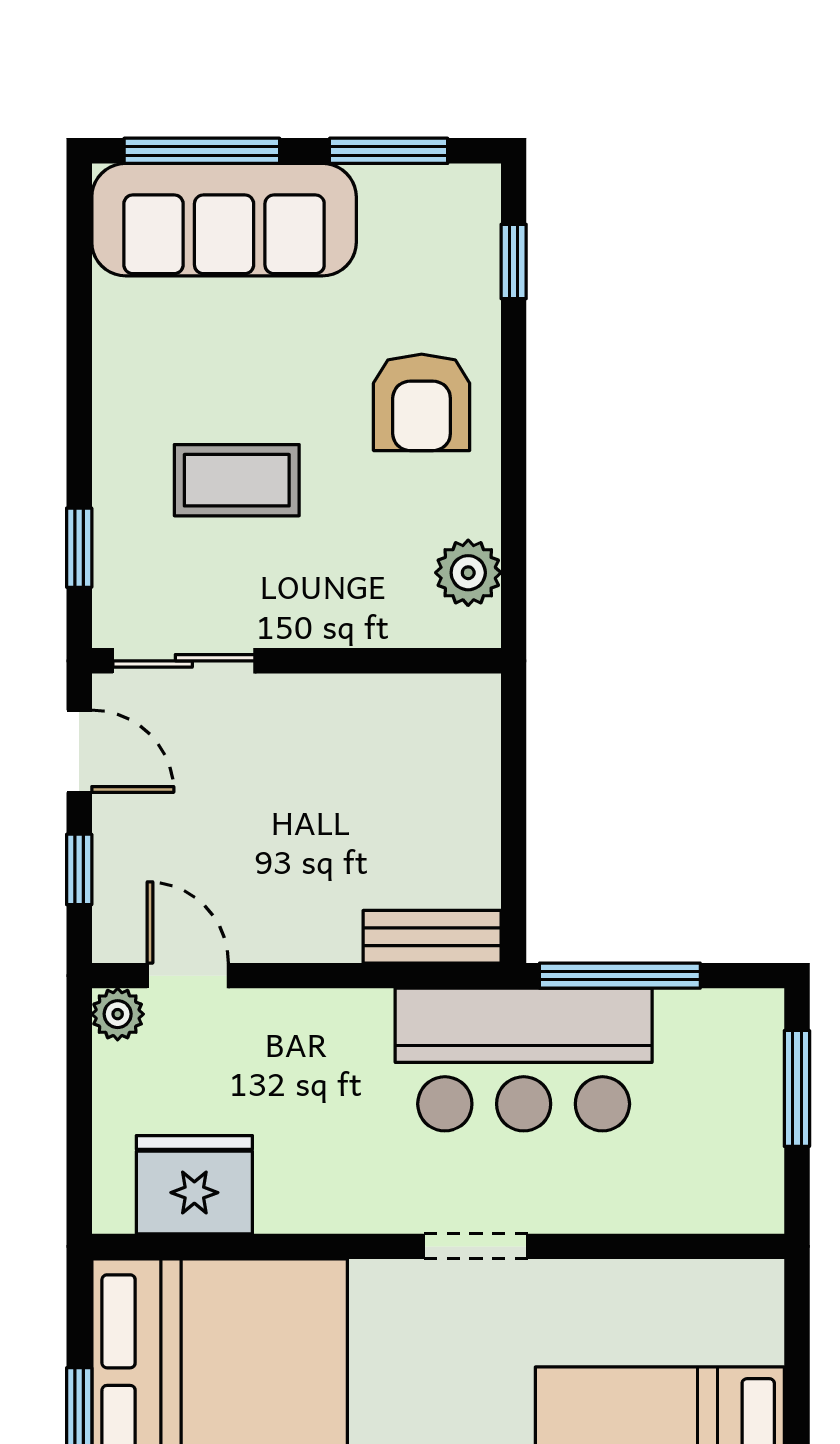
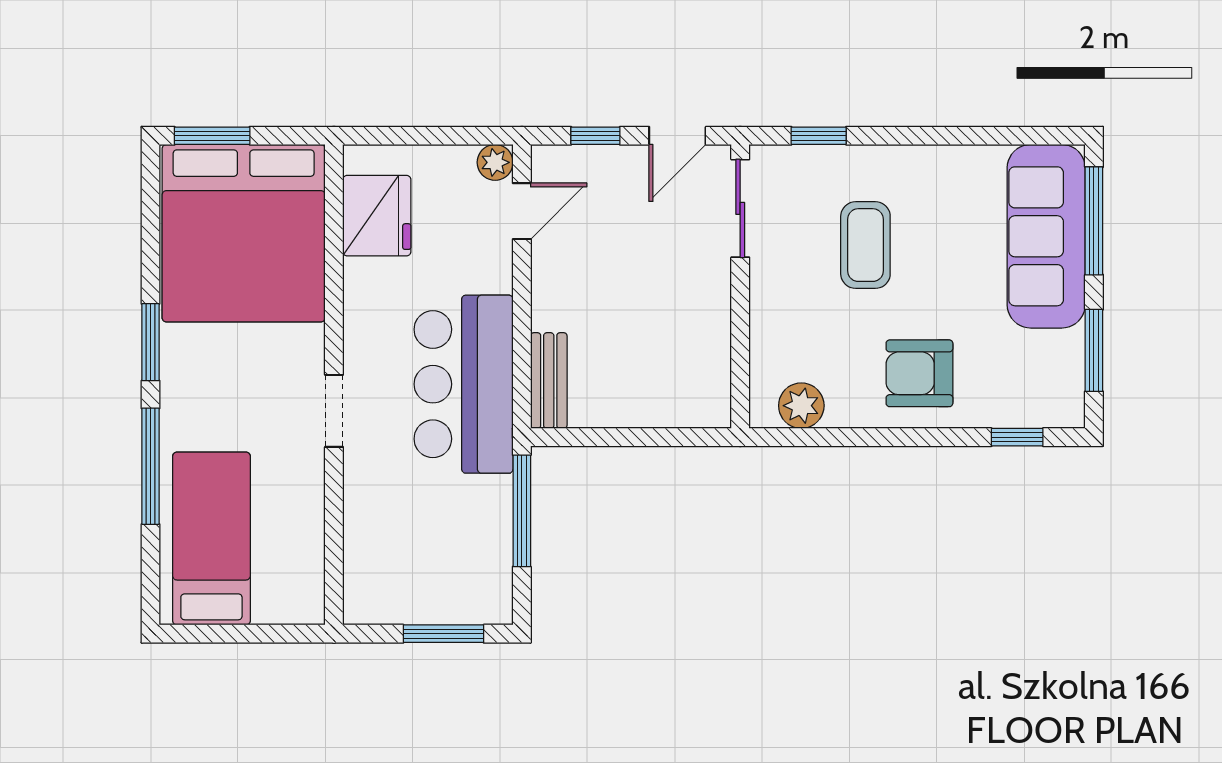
bar counter: (524, 1060) -> (464, 384), moved

